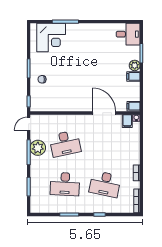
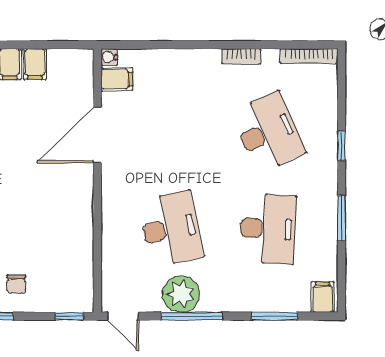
filing cabinet: (133, 106) -> (35, 64), moved
desk: (105, 184) -> (268, 132), turned -36
filing cabinet: (37, 207) -> (323, 297), added

